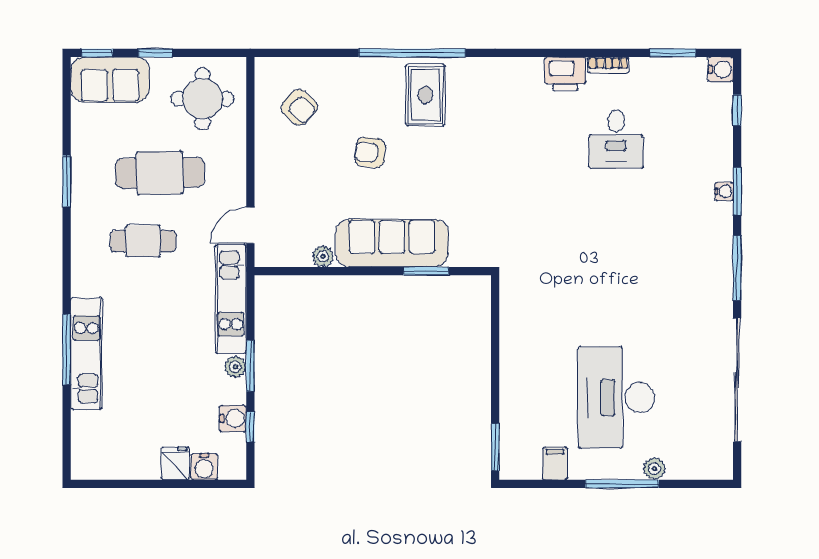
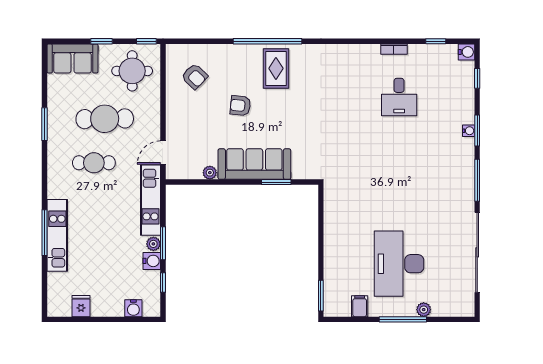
window: (97, 53) -> (146, 41), moved
window: (673, 53) -> (436, 41), width x0.67
printer: (565, 74) -> (366, 55), removed
water cooler: (233, 418) -> (152, 261), moved
fridge: (175, 463) -> (81, 306), moved

